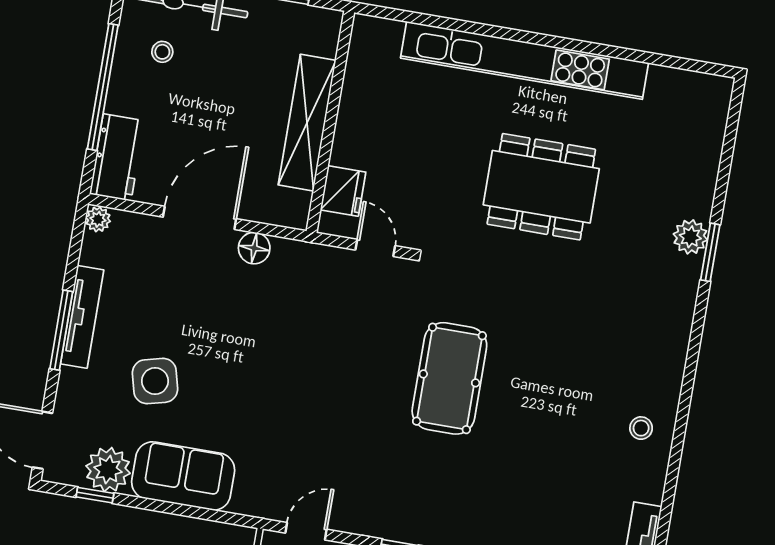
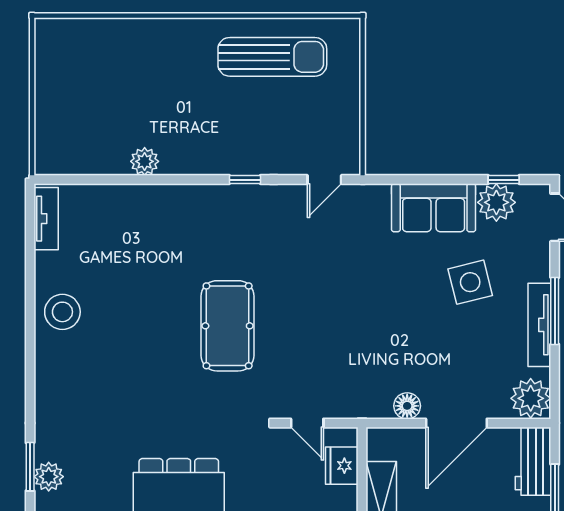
plant: (98, 219) -> (531, 398), width x1.88, depth x1.88
stool: (641, 428) -> (62, 312), width x1.89, depth x1.89

